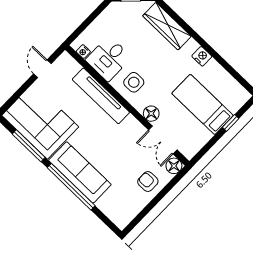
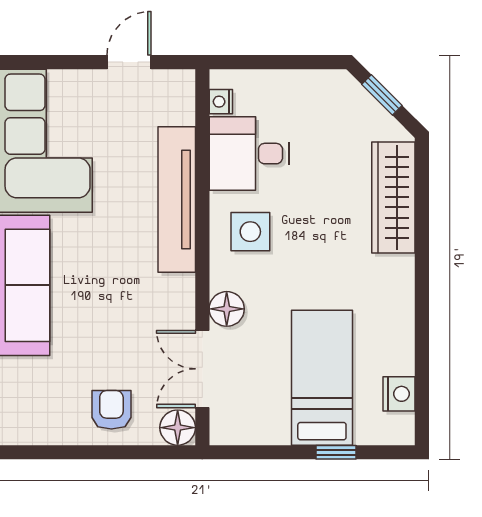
nightstand: (202, 56) -> (399, 394), moved

